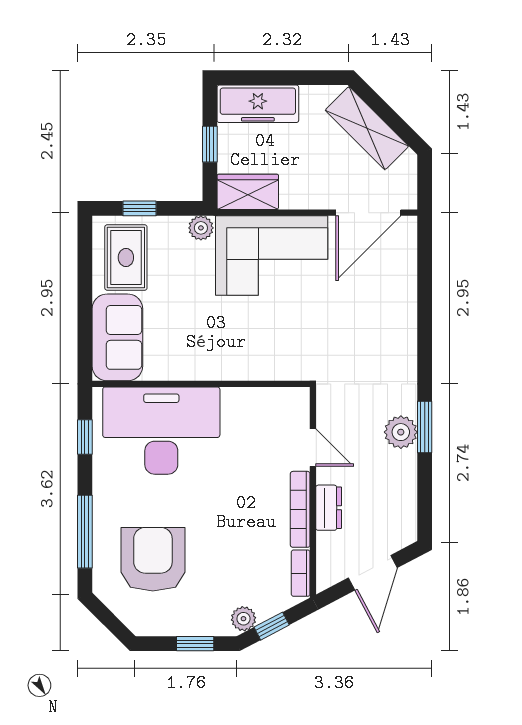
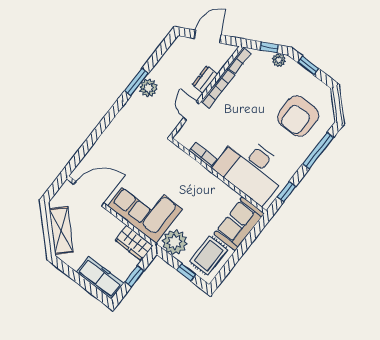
plant: (201, 228) -> (175, 242), width x1.88, depth x1.88
bookcase: (247, 397) -> (203, 155), added

